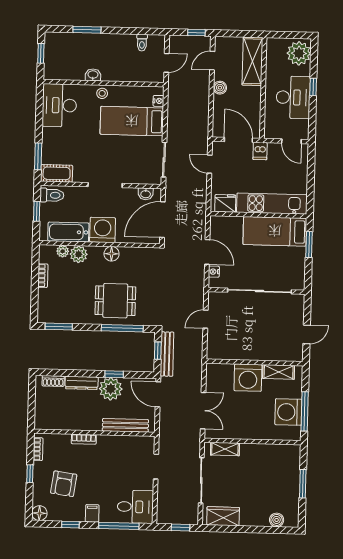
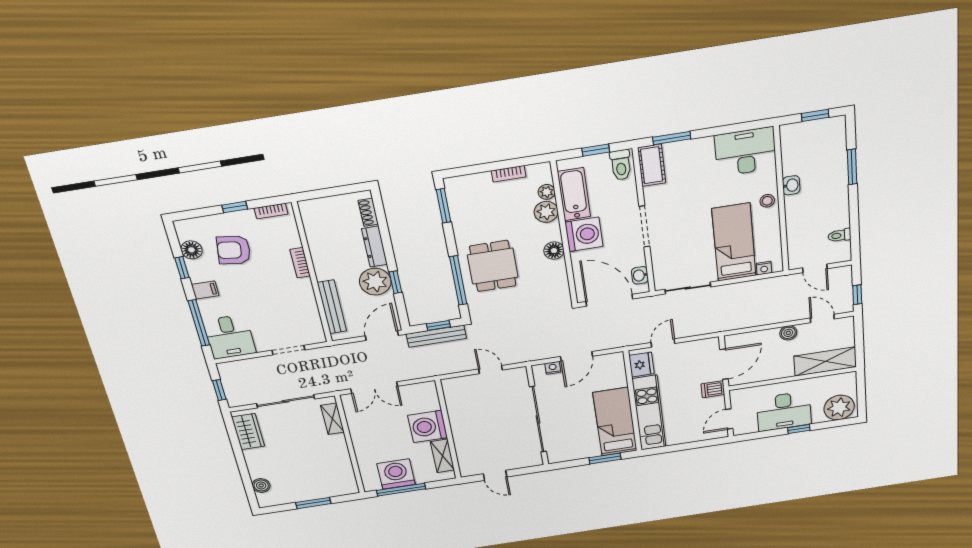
door: (210, 164) -> (663, 343), moved
floor lamp: (39, 513) -> (191, 250), moved

